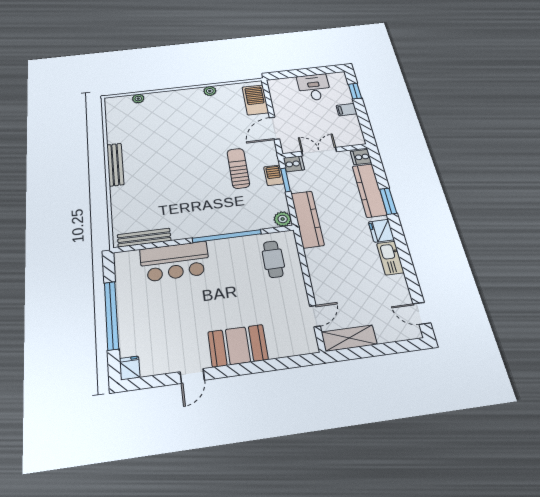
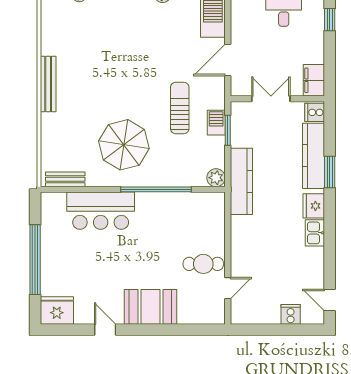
filing cabinet: (347, 110) -> (314, 80), moved, width x2.00
cooker: (294, 164) -> (291, 314), moved, turned -90
parasol: (191, 203) -> (124, 145), added
bench: (144, 238) -> (65, 179), width x0.73
kitchen sink: (390, 258) -> (315, 233), width x0.73
cafe table: (273, 259) -> (203, 264), moved, turned 90
shelving: (349, 338) -> (255, 315), removed
fridge: (130, 368) -> (57, 310), width x1.88, depth x1.34
door: (192, 376) -> (105, 330), swing flipped

